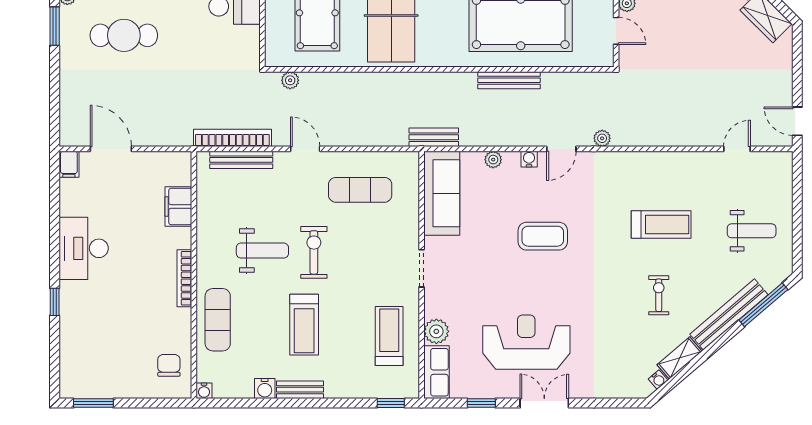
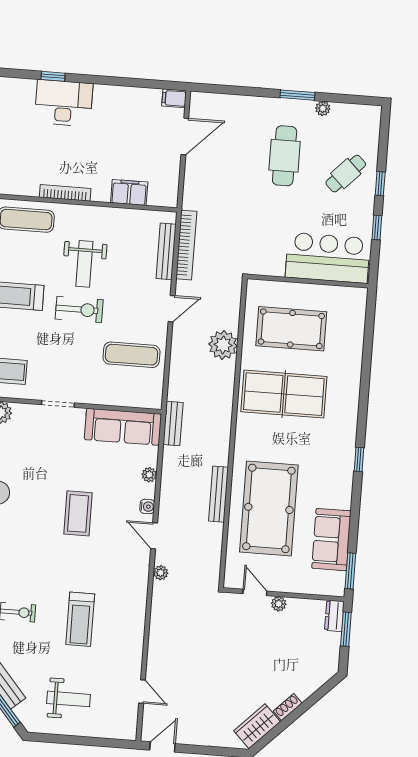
door: (616, 31) -> (255, 592), swing flipped
plant: (290, 80) -> (223, 345), moved, width x1.88, depth x1.88
exercise mat: (360, 190) -> (131, 355), turned 90
weight bench: (752, 231) -> (69, 699), turned -90
desk: (84, 248) -> (64, 103), moved

